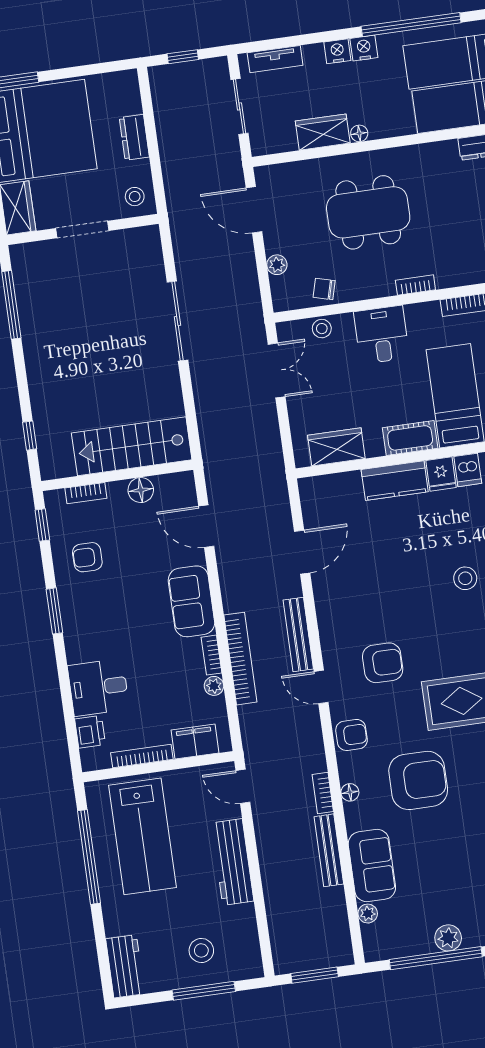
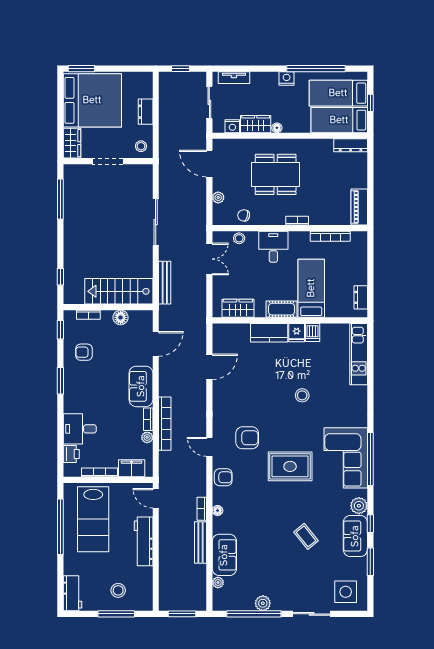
nightstand: (337, 51) -> (232, 126), moved, turned 180
door: (206, 526) -> (156, 344), swing flipped
bench: (298, 635) -> (165, 283), moved
armchair: (418, 780) -> (258, 509), removed

